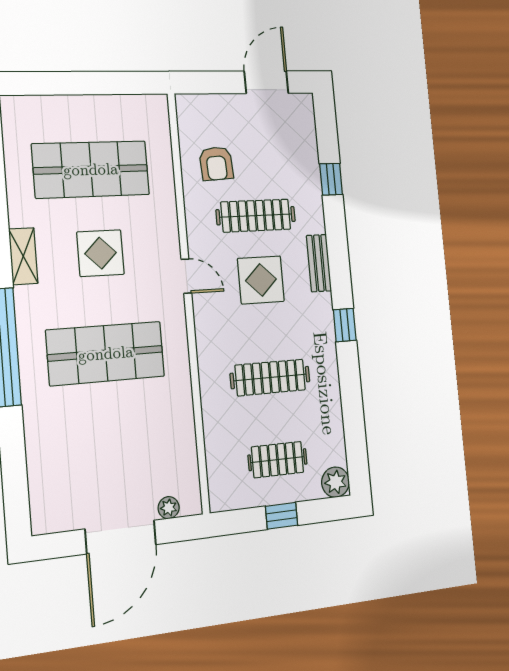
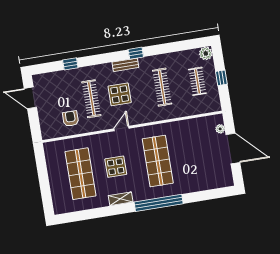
armchair: (216, 164) -> (70, 119), turned -87
bench: (319, 263) -> (125, 65), moved

